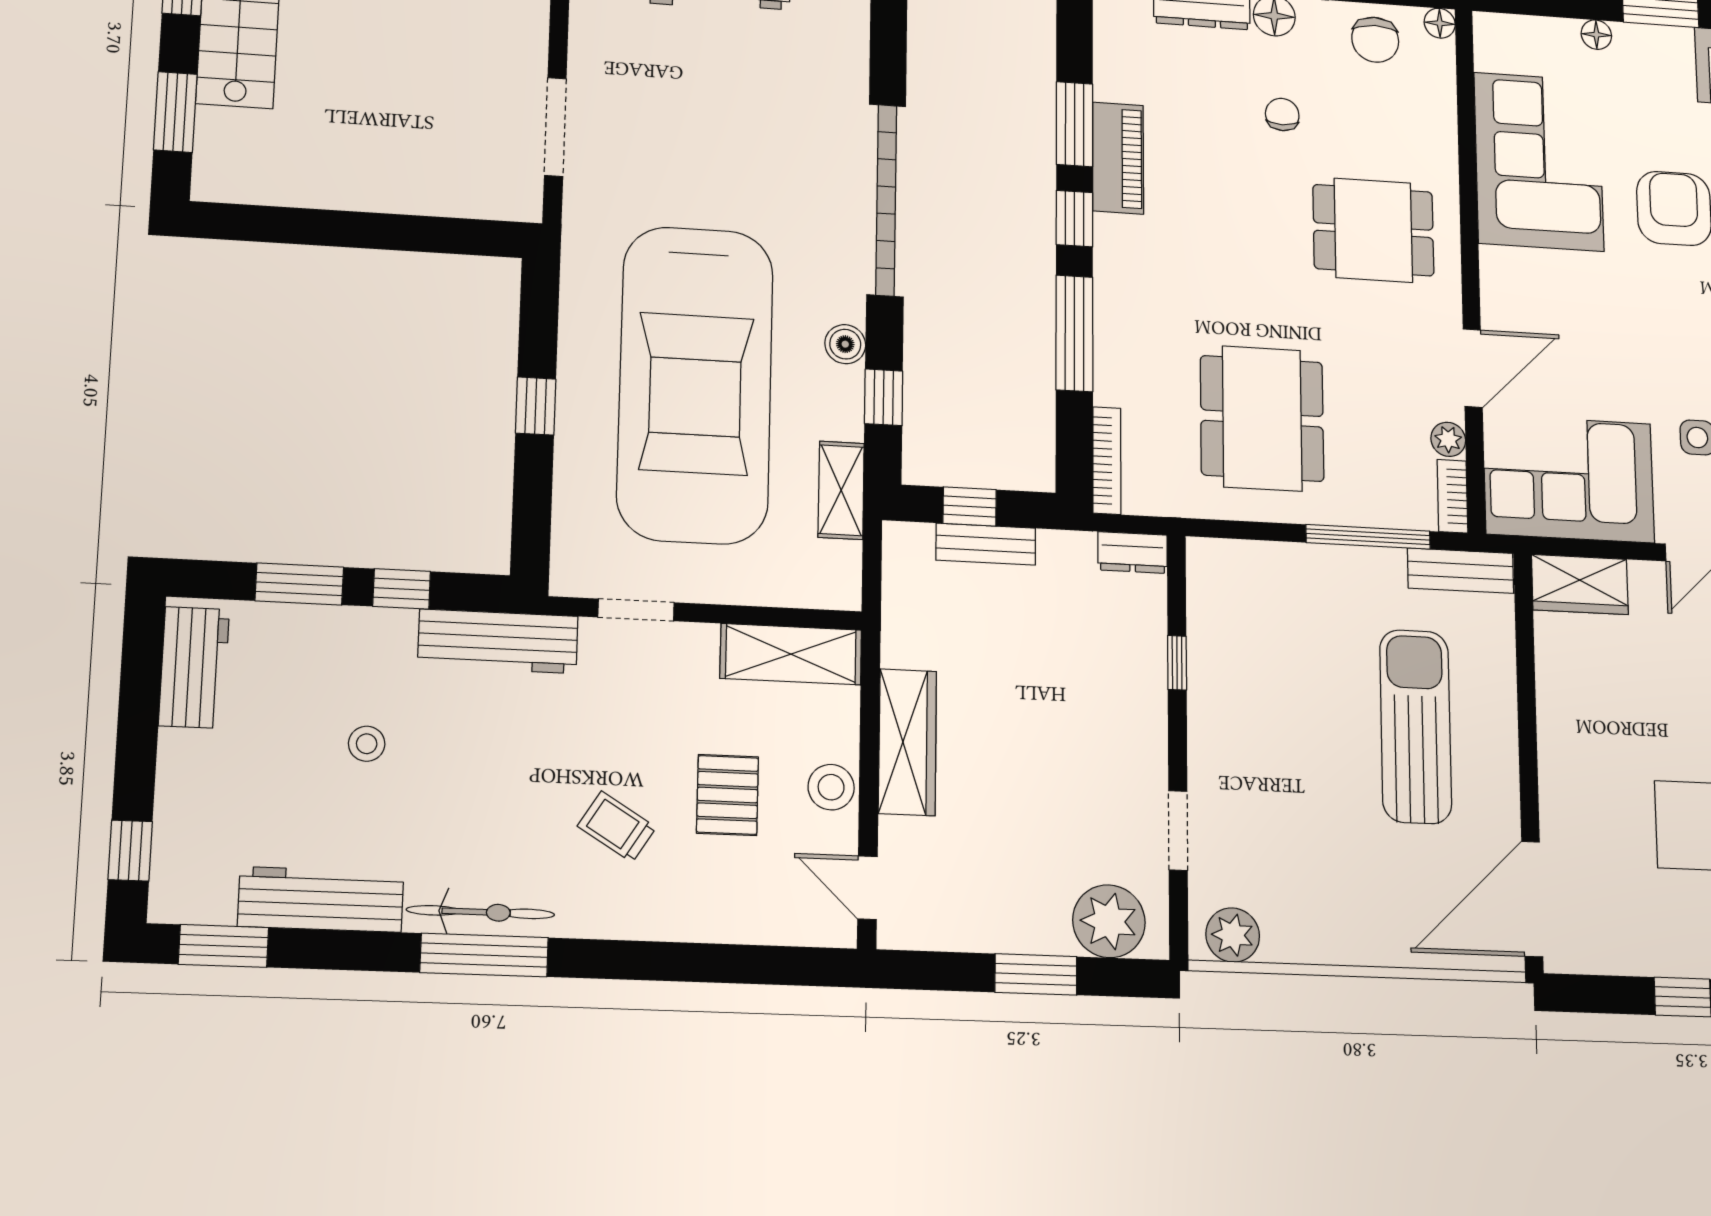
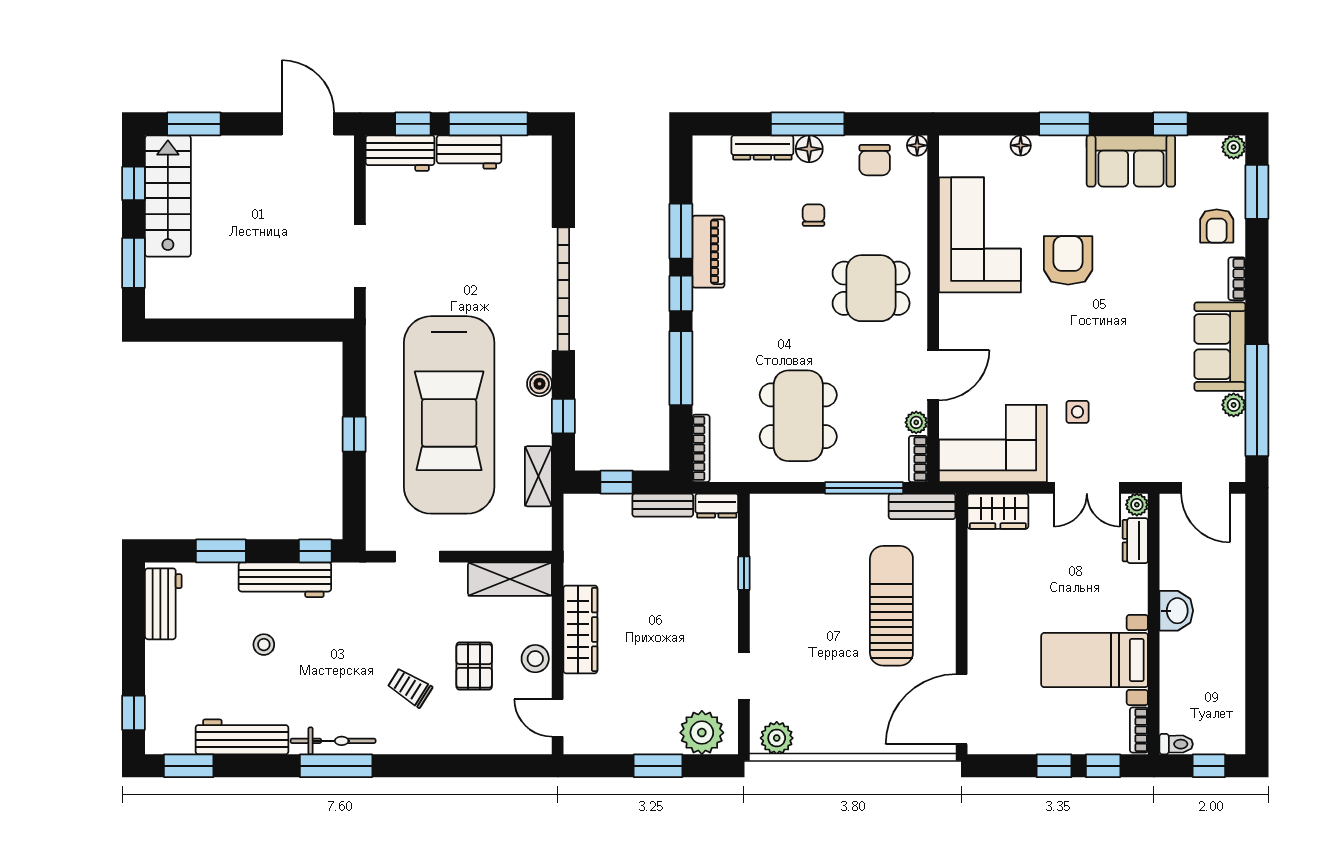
bench: (986, 544) -> (663, 505), moved
window: (402, 589) -> (315, 551), moved
workbench: (498, 641) -> (285, 580), moved

